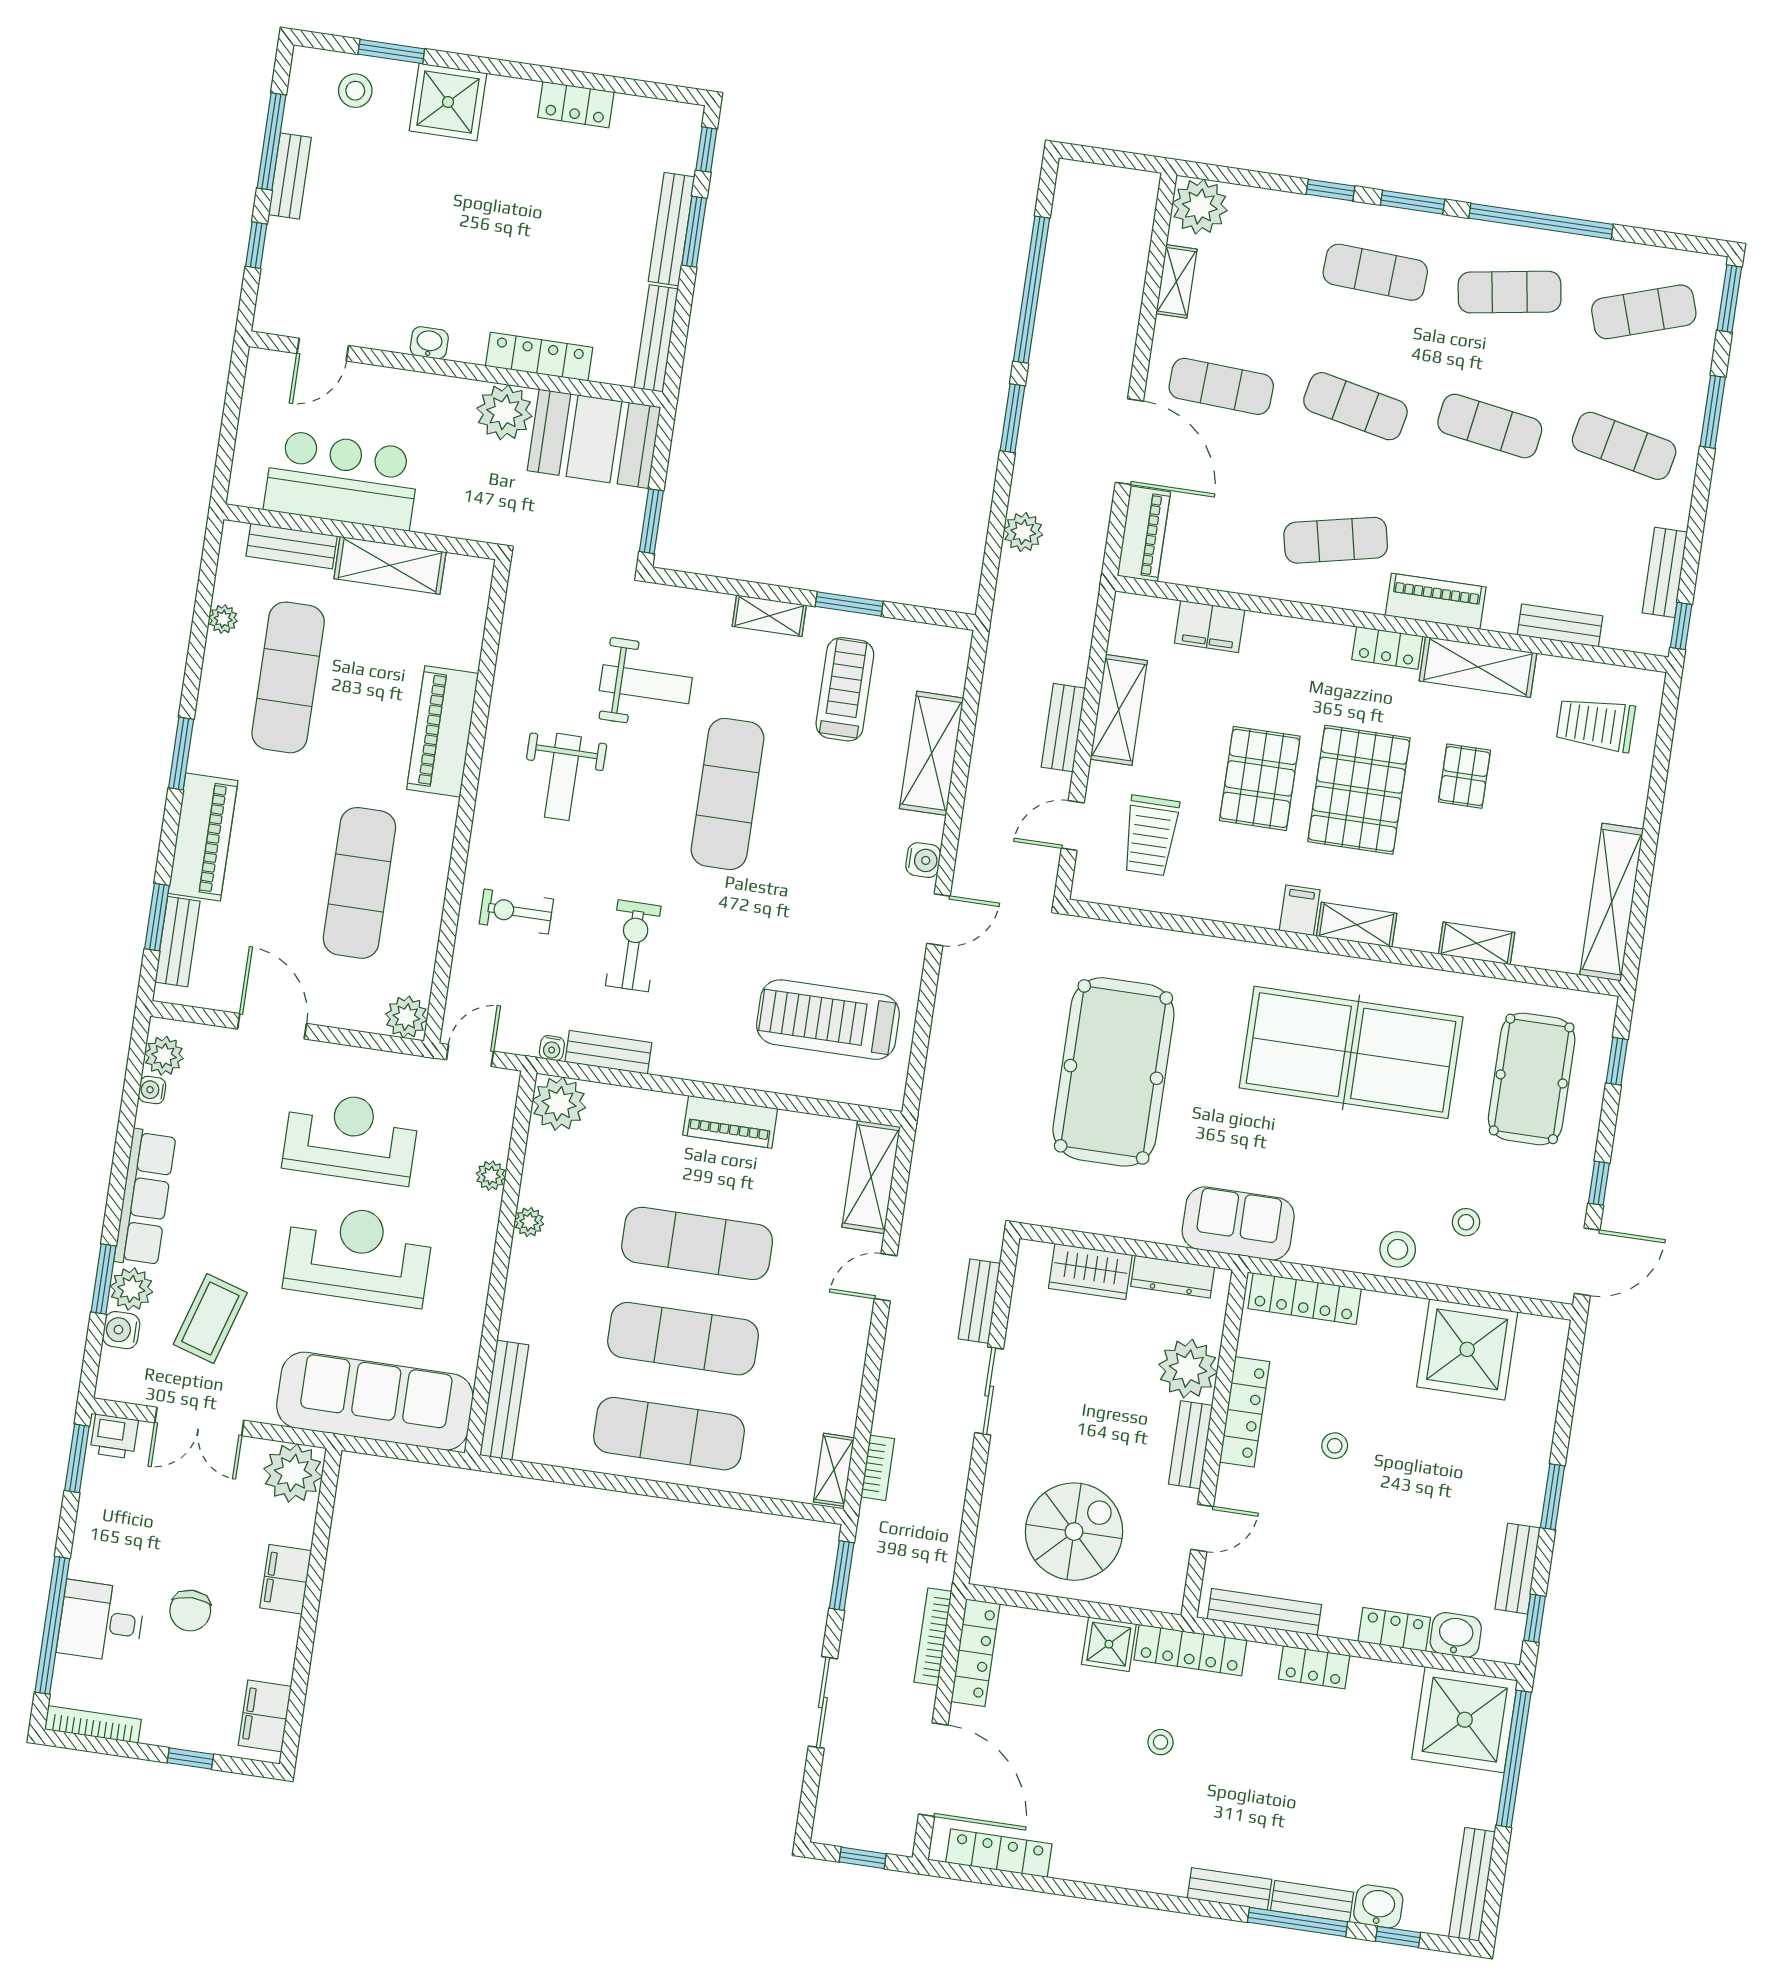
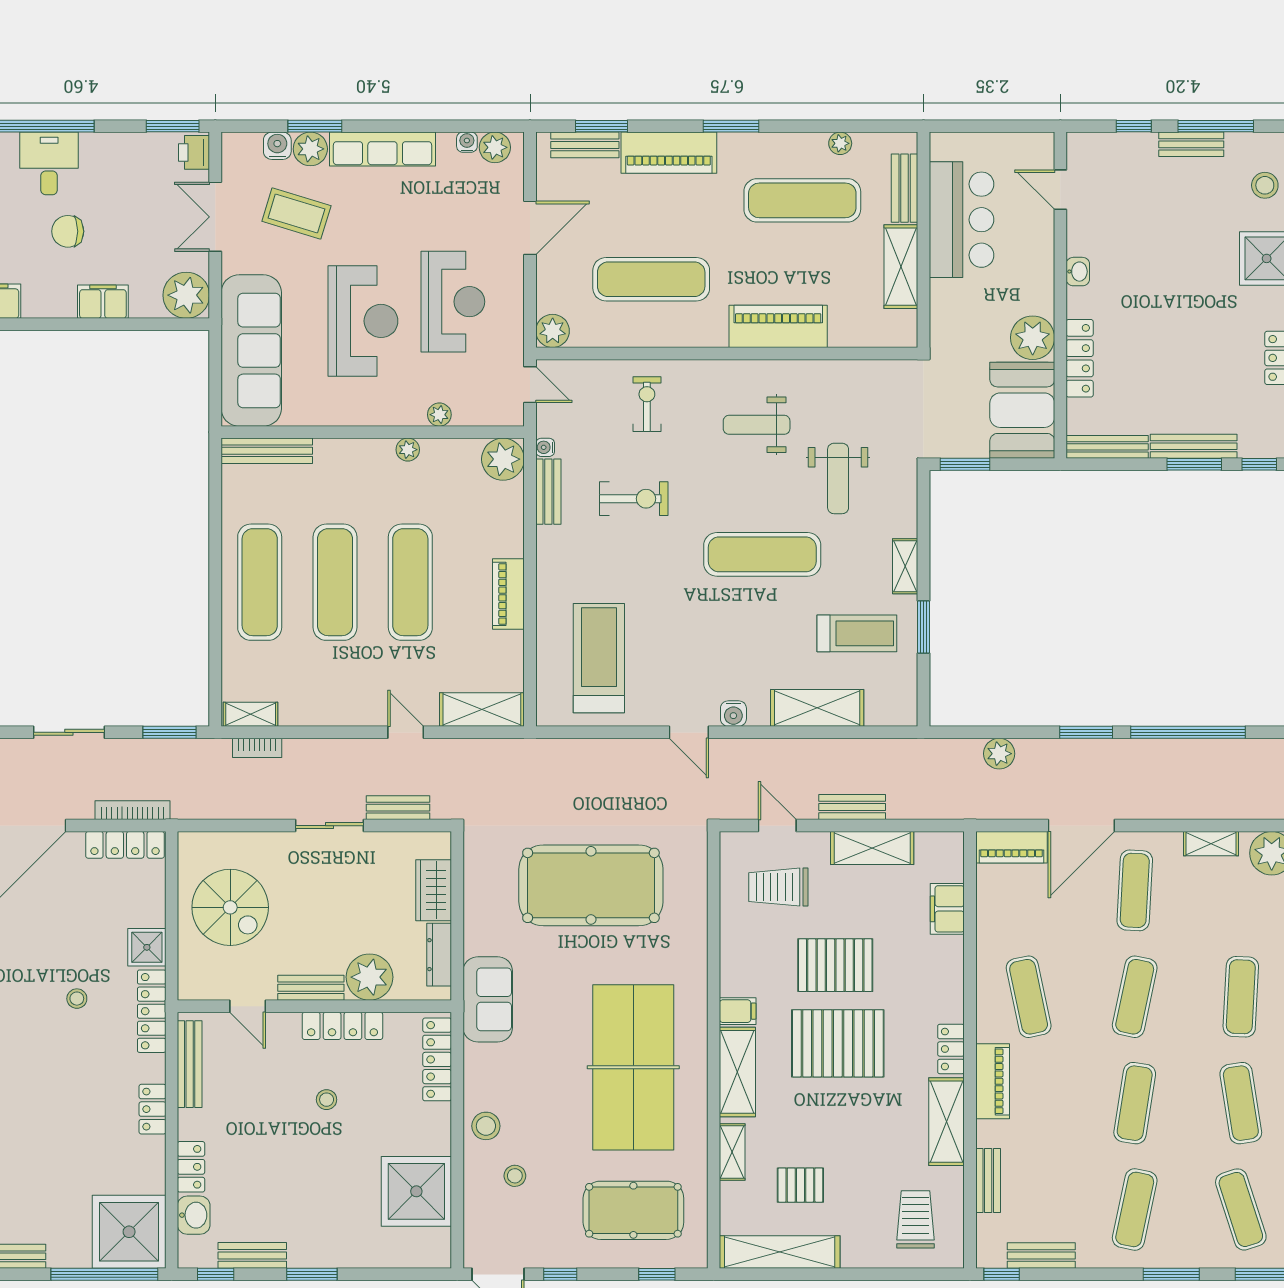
pallet: (1464, 776) -> (800, 1185), moved
shelving: (1357, 925) -> (737, 1072), width x1.50, depth x1.33

